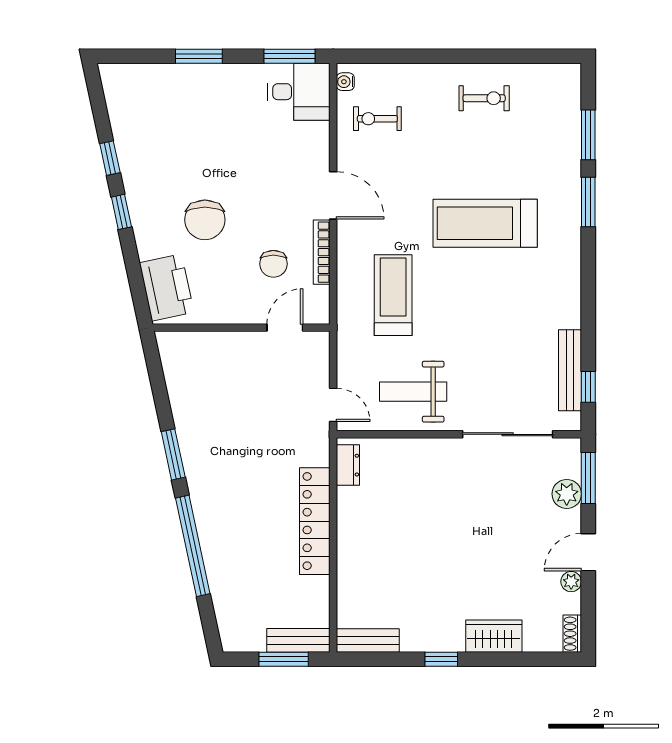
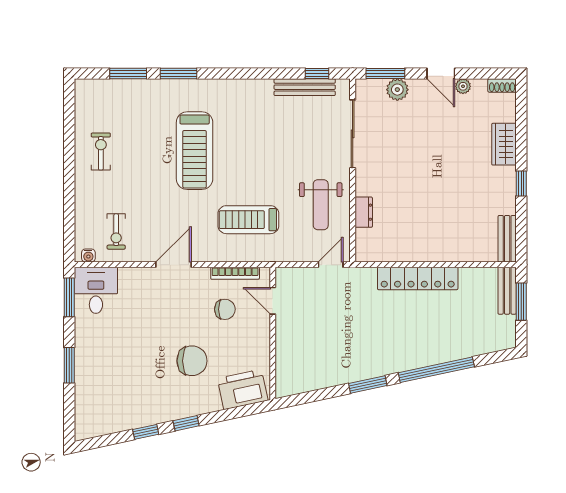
bookcase: (322, 252) -> (235, 273), moved
dresser: (348, 465) -> (364, 212), moved, turned 90

